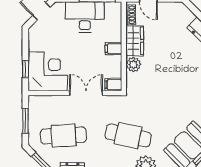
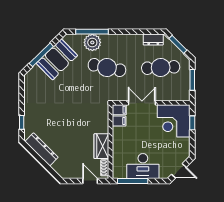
filing cabinet: (114, 49) -> (119, 121), moved
plant: (133, 65) -> (103, 127), removed
double door: (86, 93) -> (142, 103), swing flipped

